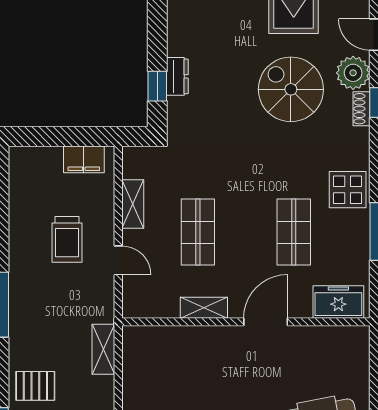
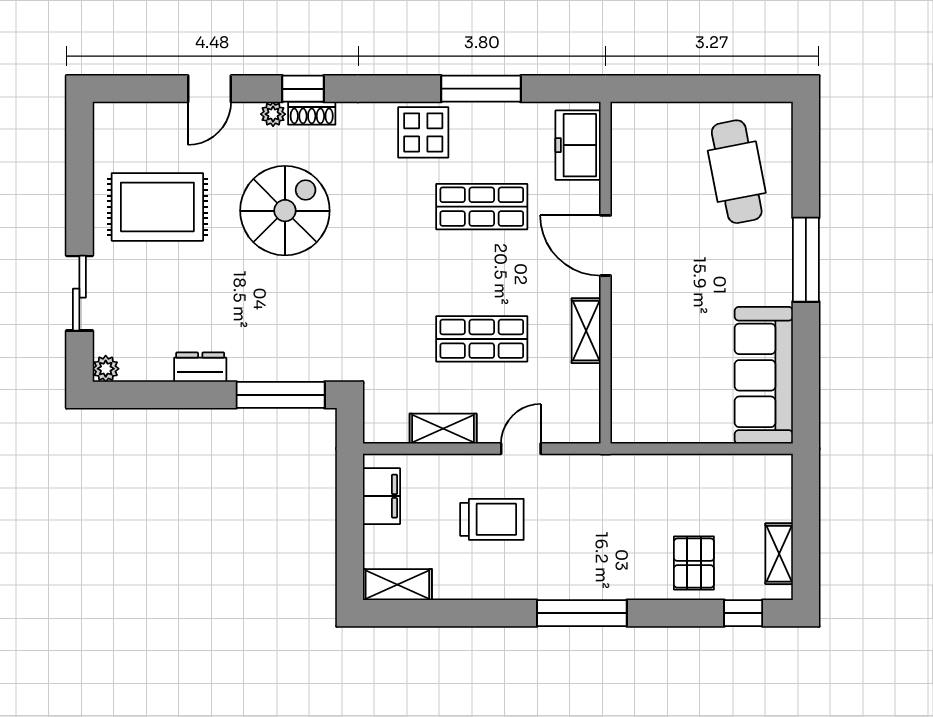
plant: (353, 73) -> (273, 114), width x0.53, depth x0.53
dresser: (177, 76) -> (200, 367), moved
window: (157, 86) -> (281, 395), width x2.17
spiral stairs: (291, 89) -> (285, 211), turned 180
shelving: (103, 349) -> (397, 585), moved

